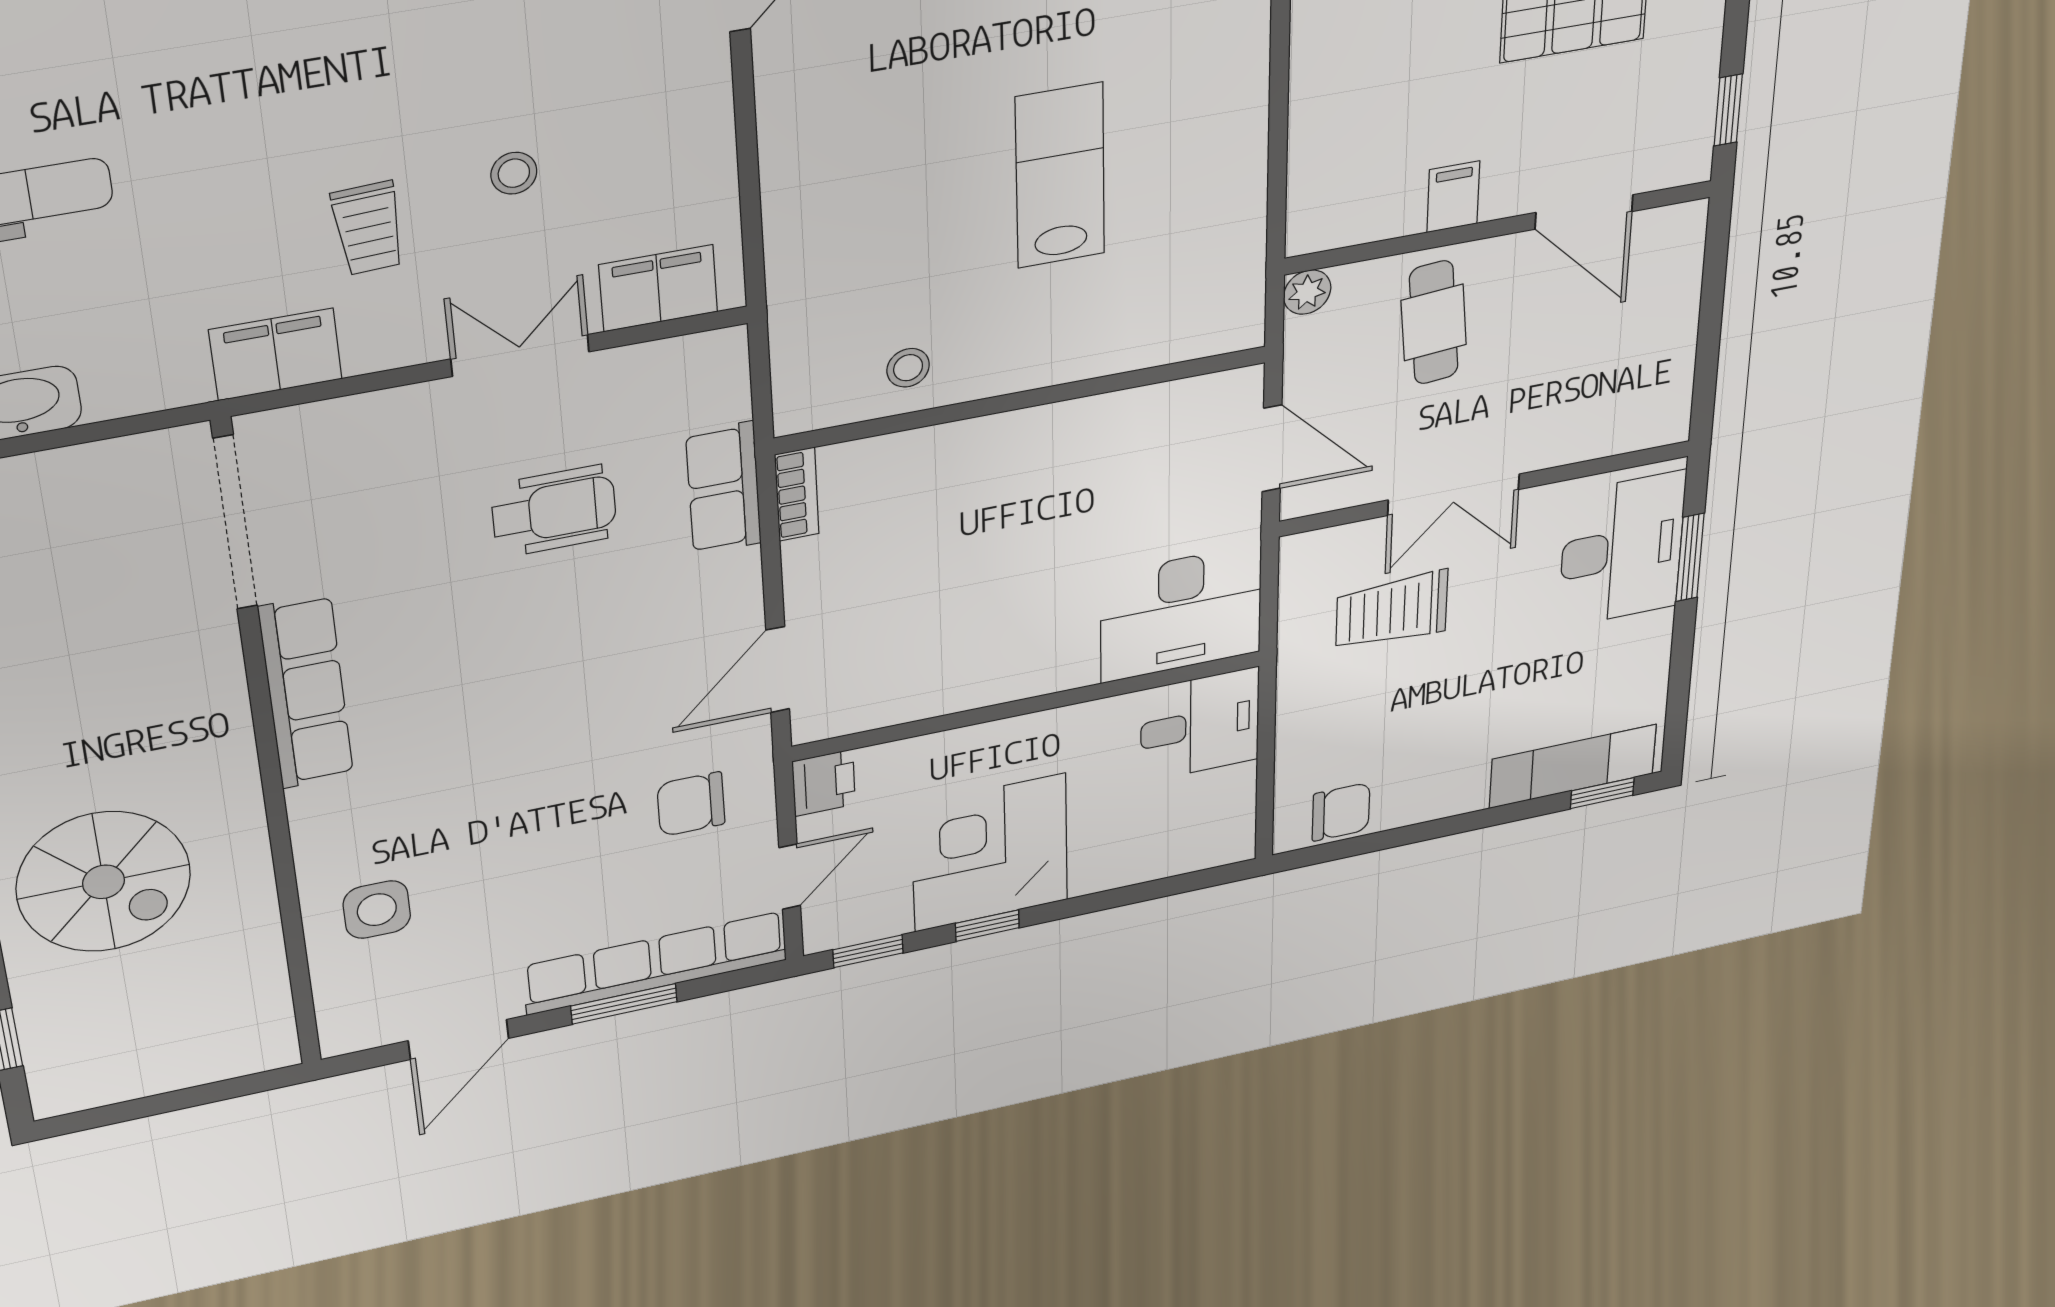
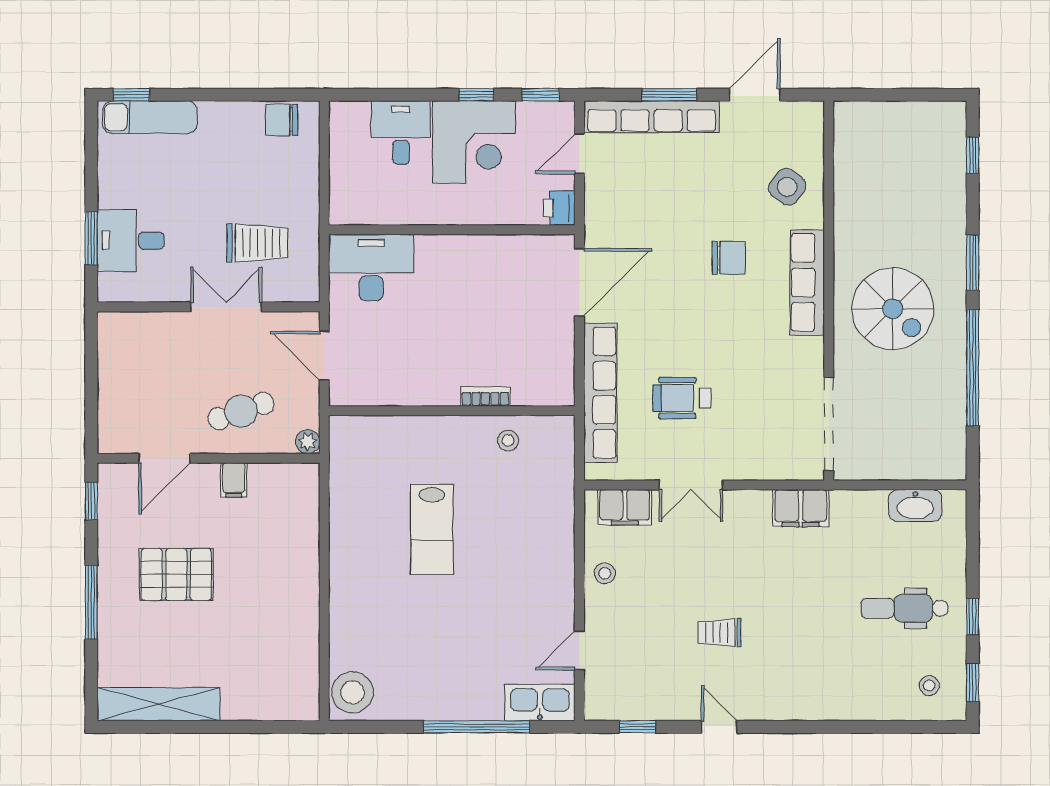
stool: (514, 173) -> (605, 573), moved
door: (1584, 212) -> (164, 458), swing flipped
trolley: (368, 228) -> (719, 633), moved, turned -87
cafe table: (1434, 323) -> (241, 411), turned 76
row of seats: (724, 488) -> (600, 393), width x2.02
bookcase: (797, 494) -> (485, 396), moved, turned 90
desk: (1622, 550) -> (131, 241), width x0.73
door: (778, 670) -> (579, 282), width x1.36
row of seats: (306, 692) -> (807, 282), moved
desk: (1200, 725) -> (401, 132), moved, turned 90
chair: (691, 804) -> (729, 258), moved
spiral stairs: (104, 882) -> (893, 309), moved, turned 180
side table: (377, 910) -> (787, 187), turned 35

